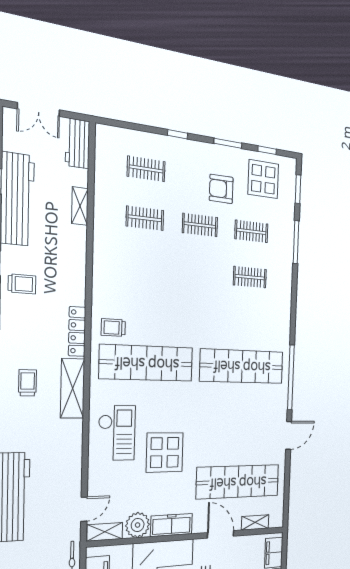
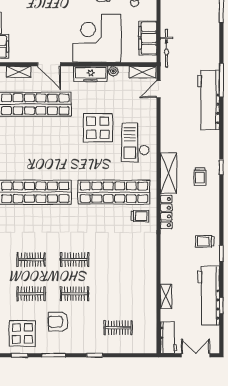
armchair: (221, 189) -> (58, 322), turned 180
clothes rail: (145, 218) -> (75, 260), moved
plant: (138, 525) -> (113, 71), width x0.53, depth x0.53

